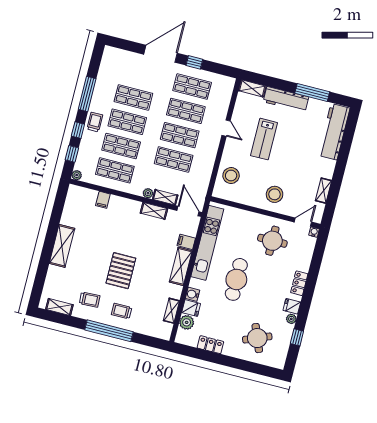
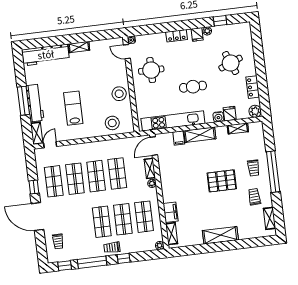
trolley: (125, 66) -> (58, 241), added
window: (312, 92) -> (23, 101), moved
shop shelf: (133, 97) -> (81, 224), removed
door: (226, 128) -> (50, 145), moved
lab bench: (264, 139) -> (73, 108), turned -90
window: (72, 154) -> (65, 266), moved
shelving: (324, 191) -> (79, 47), moved
stool: (275, 194) -> (119, 94), moved
filing cabinet: (103, 200) -> (171, 212), width x2.00
shelving: (154, 211) -> (172, 234), moved
cafe table: (236, 279) -> (193, 87), width x0.73, depth x0.74
plant: (187, 322) -> (255, 111), moved
round table: (257, 338) -> (231, 63), moved

